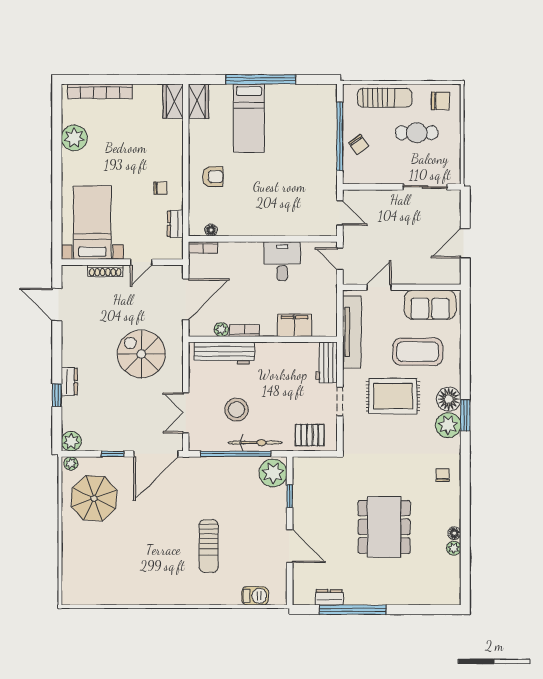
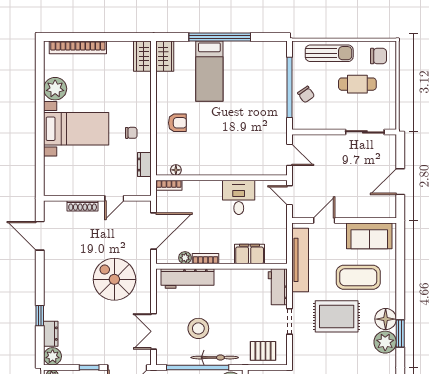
bed with nightstands: (92, 223) -> (76, 129), moved, turned 90
dresser: (69, 382) -> (51, 334), moved

